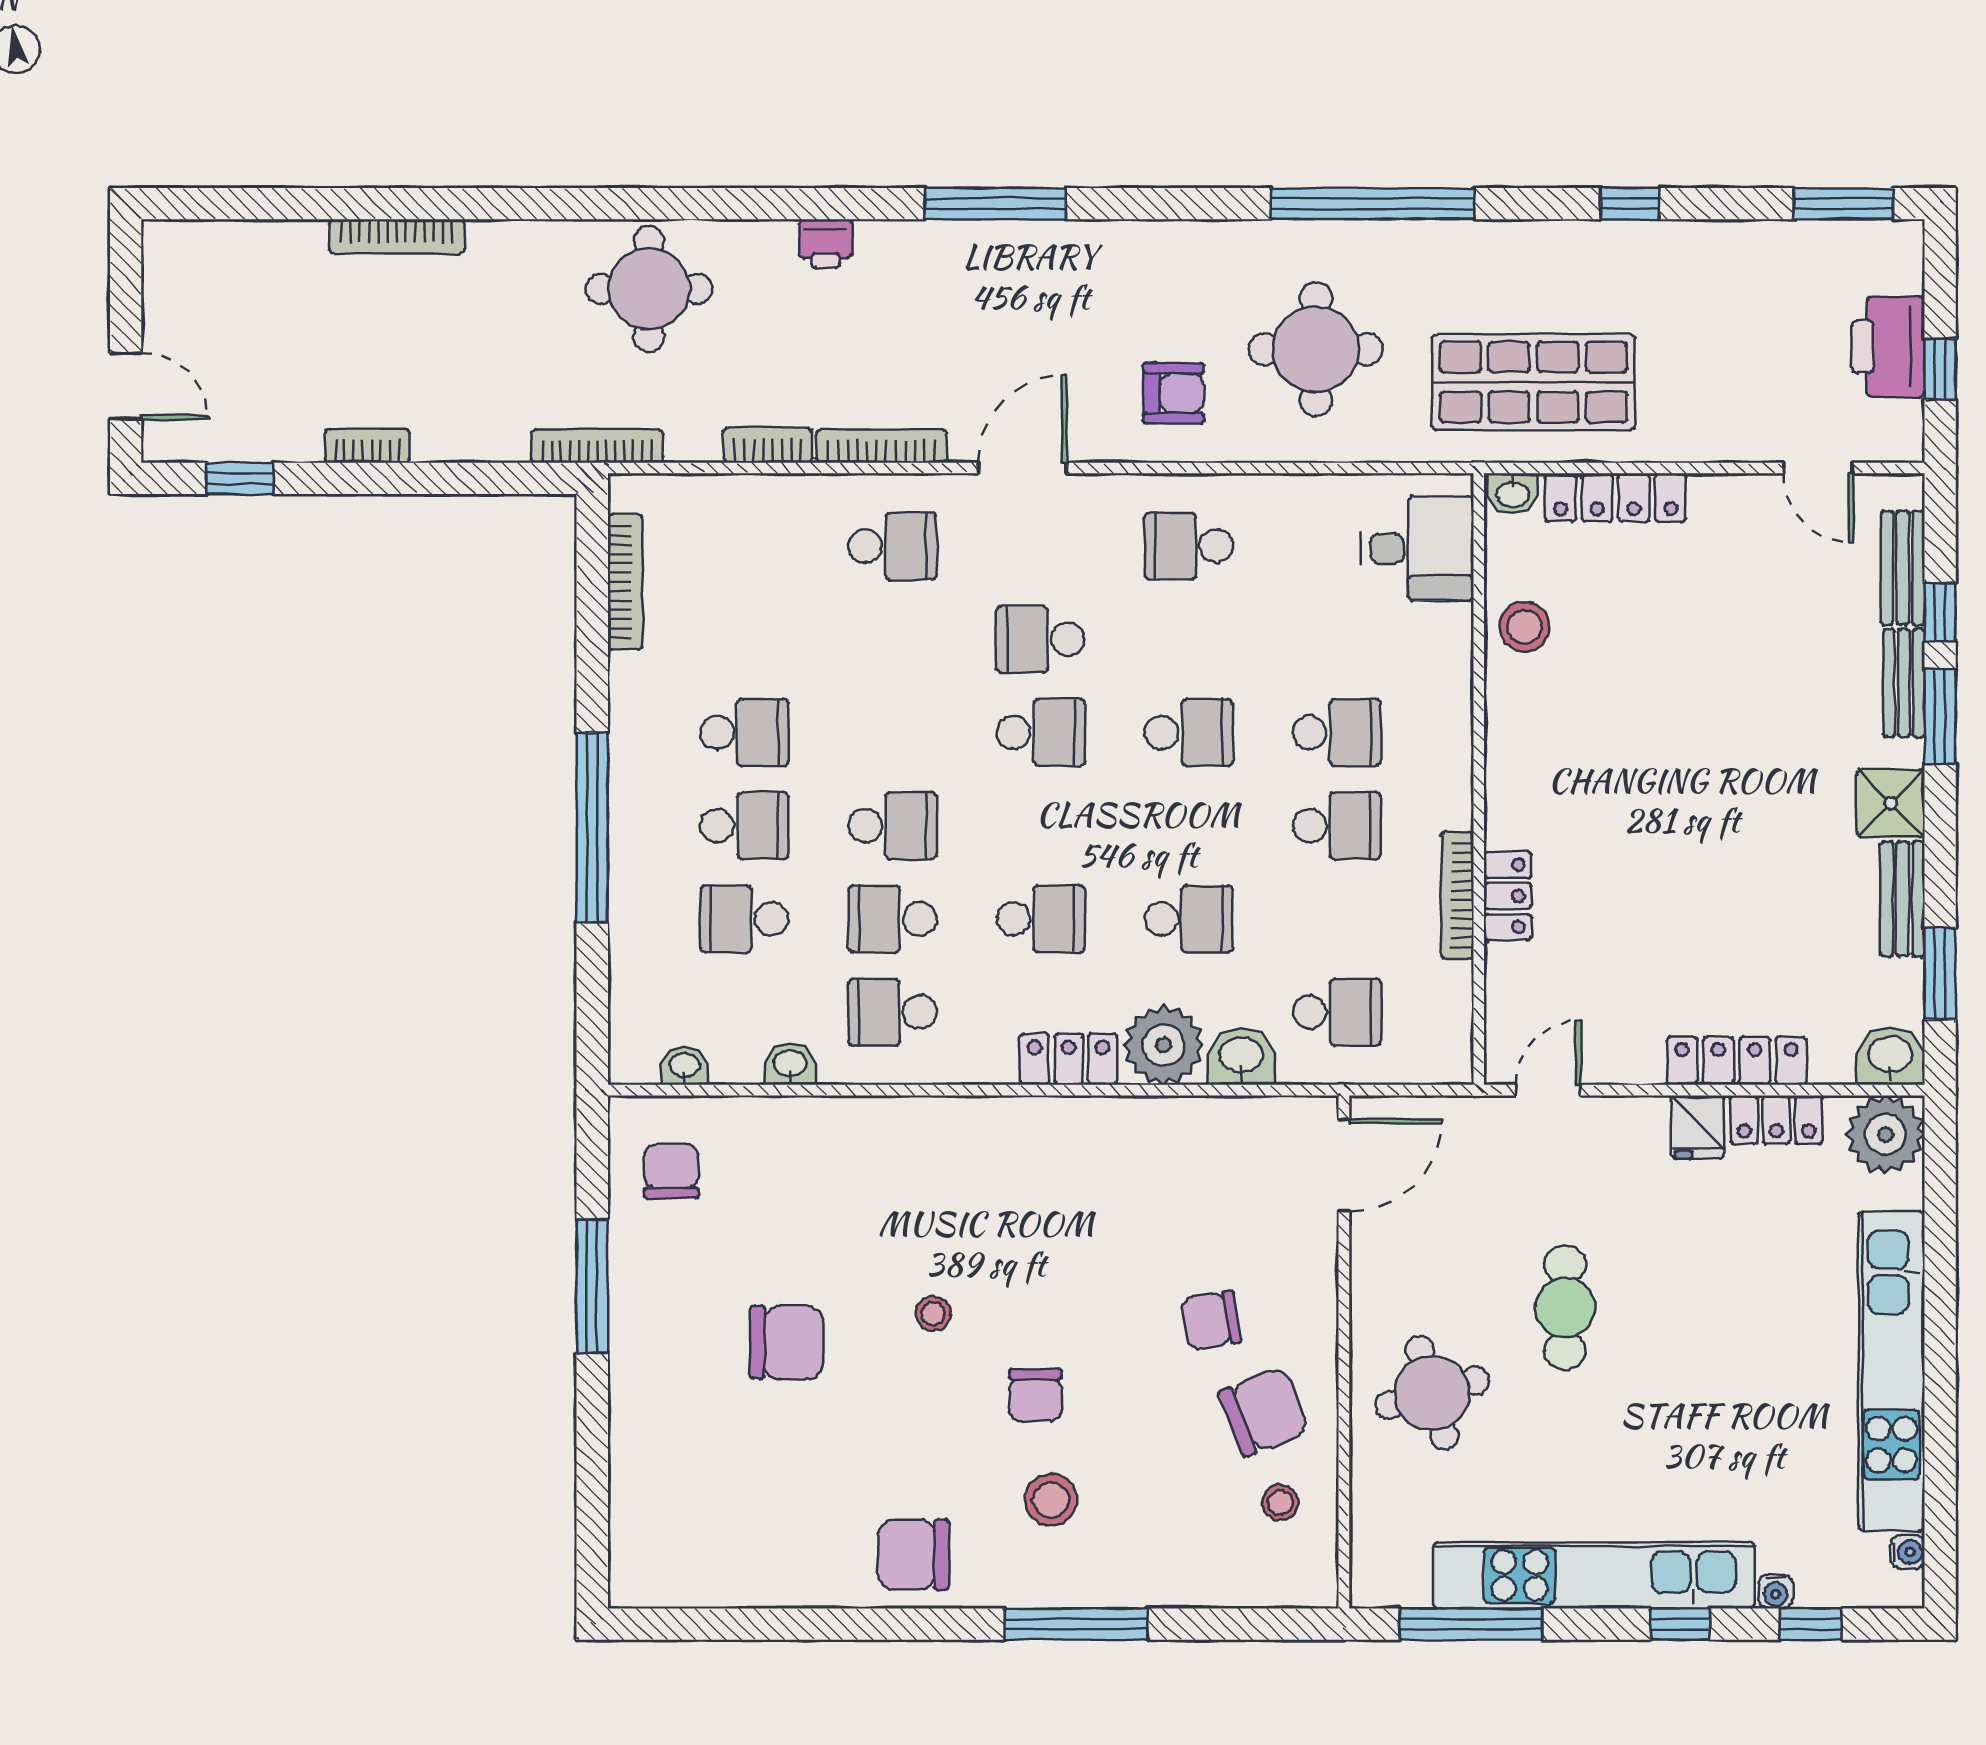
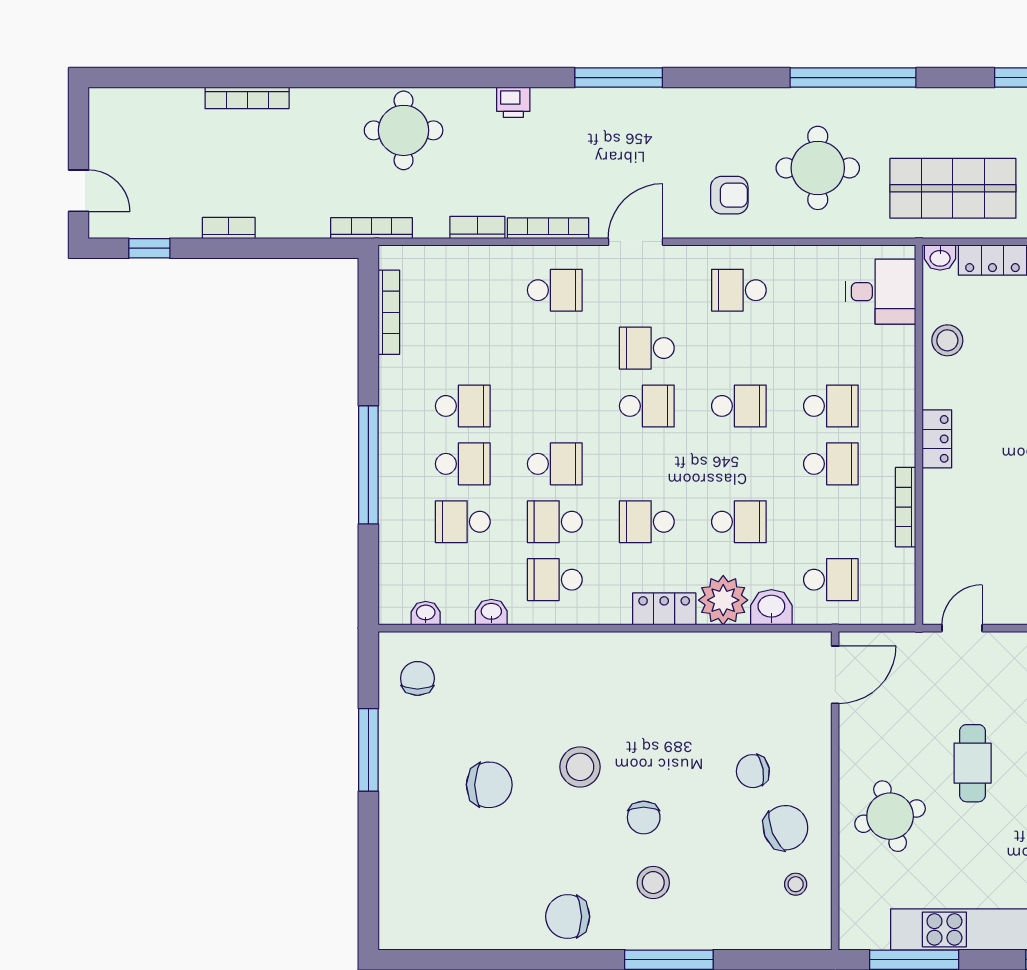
locker: (1508, 896) -> (937, 439), moved
school desk: (1041, 919) -> (647, 522), turned 180
stool: (933, 1314) -> (580, 767), width x1.89, depth x1.89

